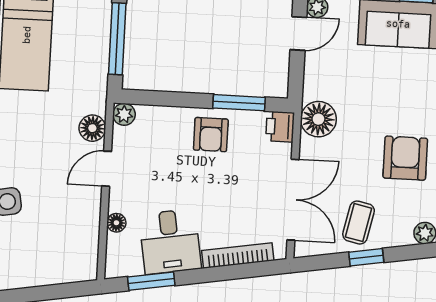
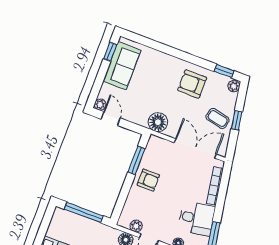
plant: (124, 114) -> (136, 226), moved
printer: (280, 127) -> (156, 143), removed

